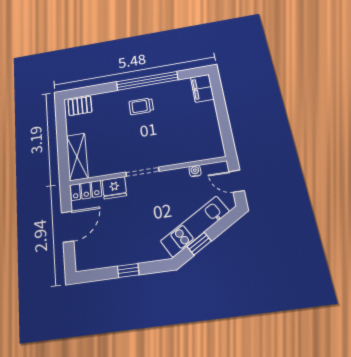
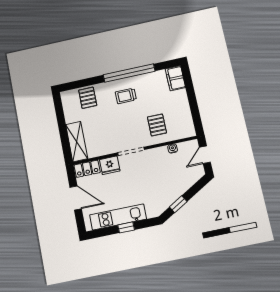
pallet: (80, 106) -> (88, 98), moved, turned 90
pallet: (177, 141) -> (157, 125), added
door: (237, 181) -> (205, 155), hinge flipped
kitchen unit: (195, 226) -> (118, 217), moved, turned 30
door: (68, 227) -> (76, 198), hinge flipped

